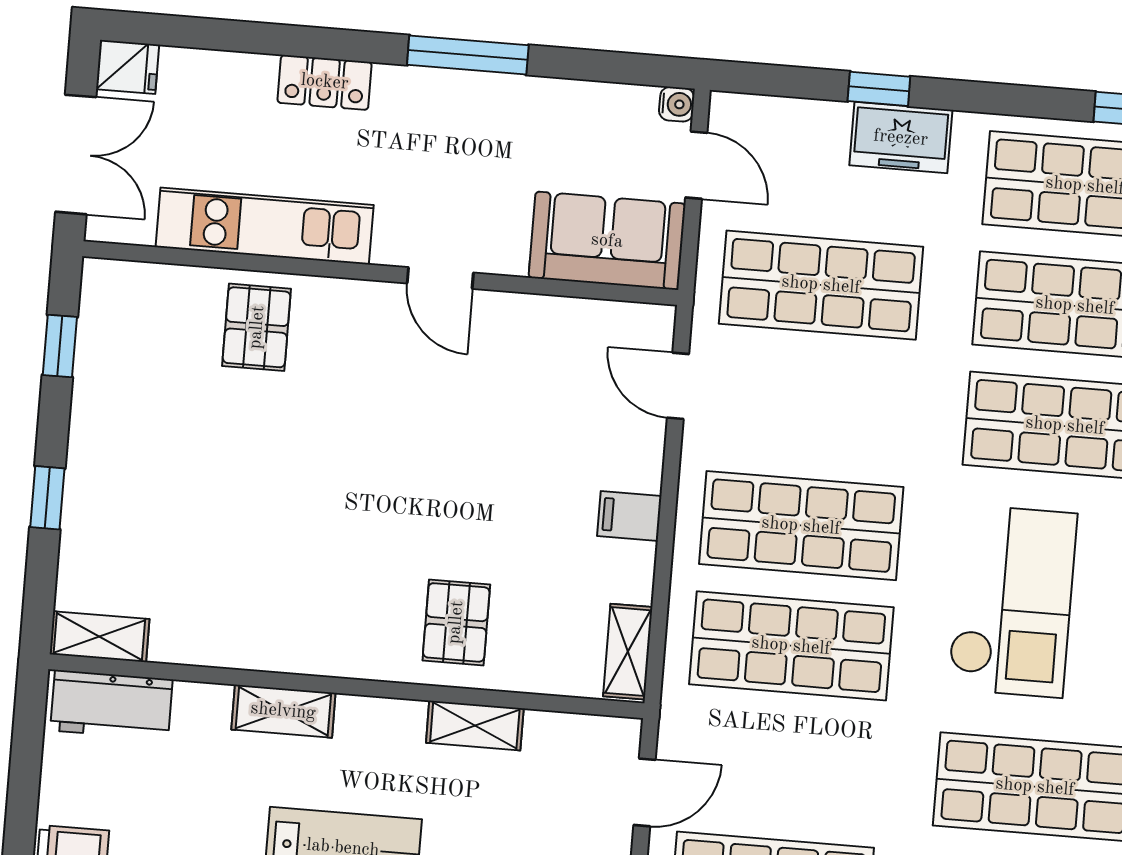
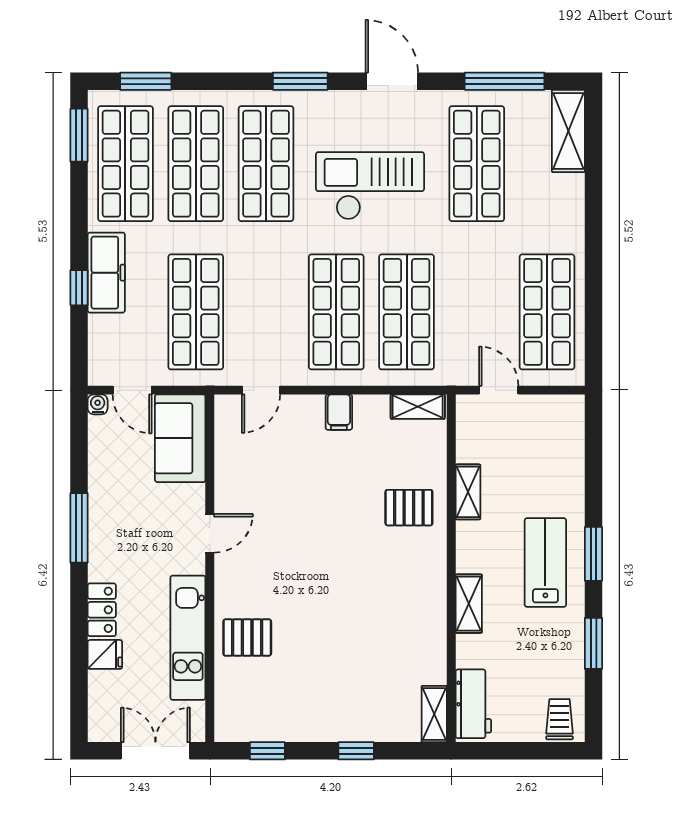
fridge: (128, 67) -> (105, 654), moved, turned 90
freezer: (901, 138) -> (106, 273), width x1.40
door: (696, 165) -> (132, 390), swing flipped

